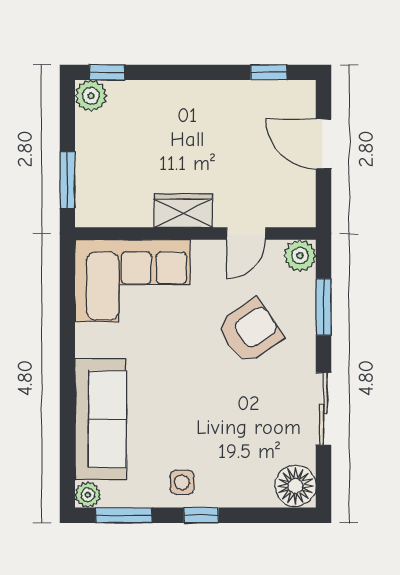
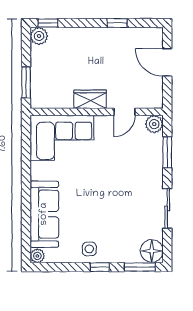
window: (269, 72) -> (117, 23), moved
armchair: (250, 331) -> (127, 166), removed
window: (124, 515) -> (140, 267), moved

